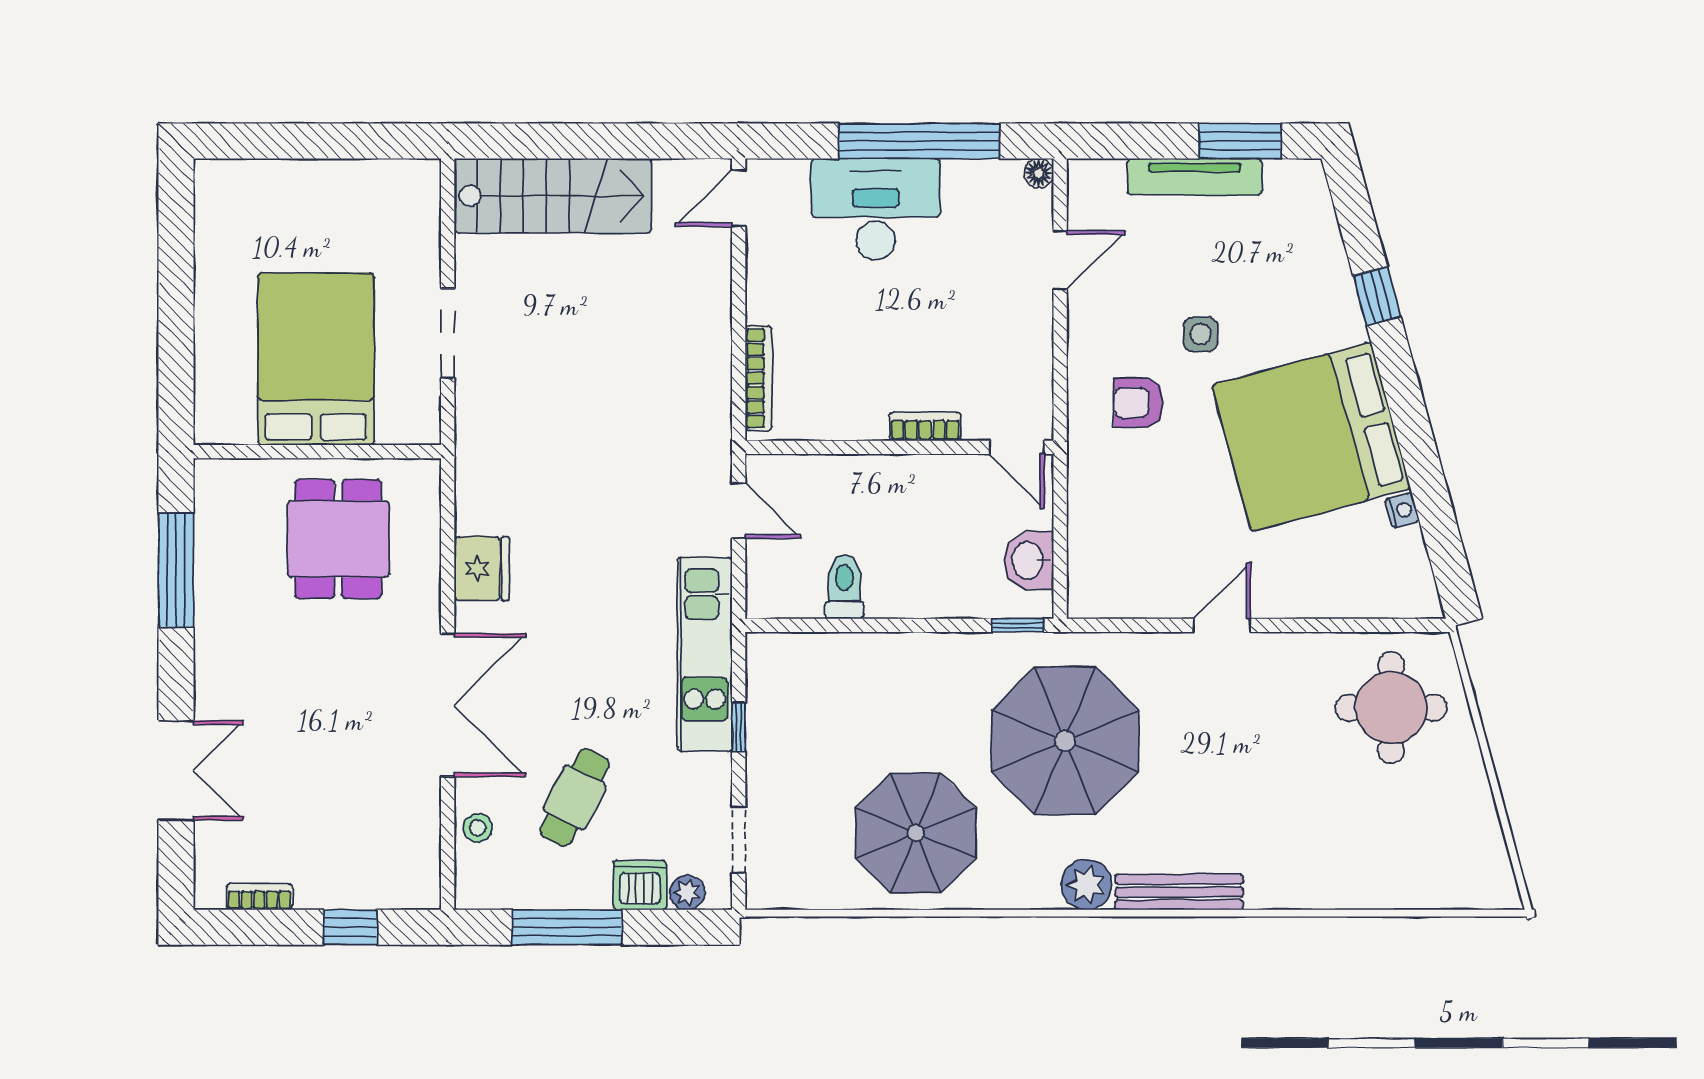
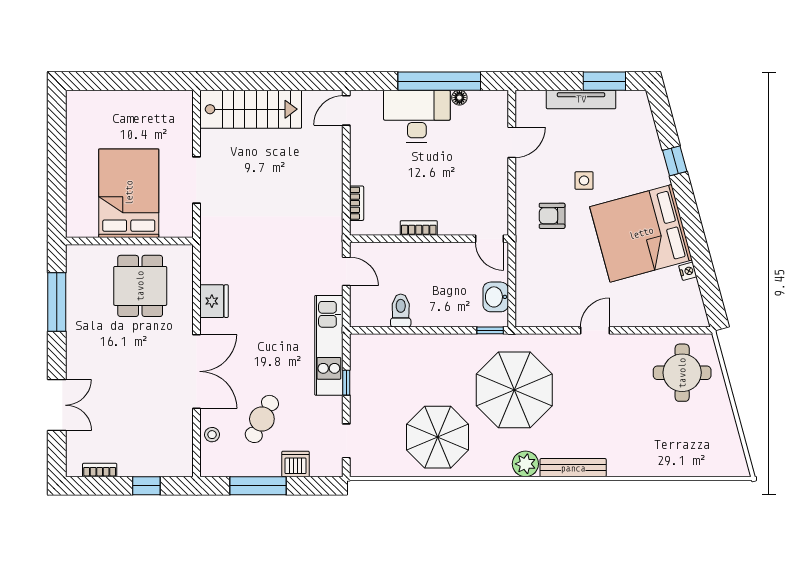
floor lamp: (1039, 173) -> (459, 98), moved
bookcase: (759, 378) -> (357, 203), width x0.64
bookcase: (925, 426) -> (419, 228), moved
plant: (687, 893) -> (320, 468), removed

